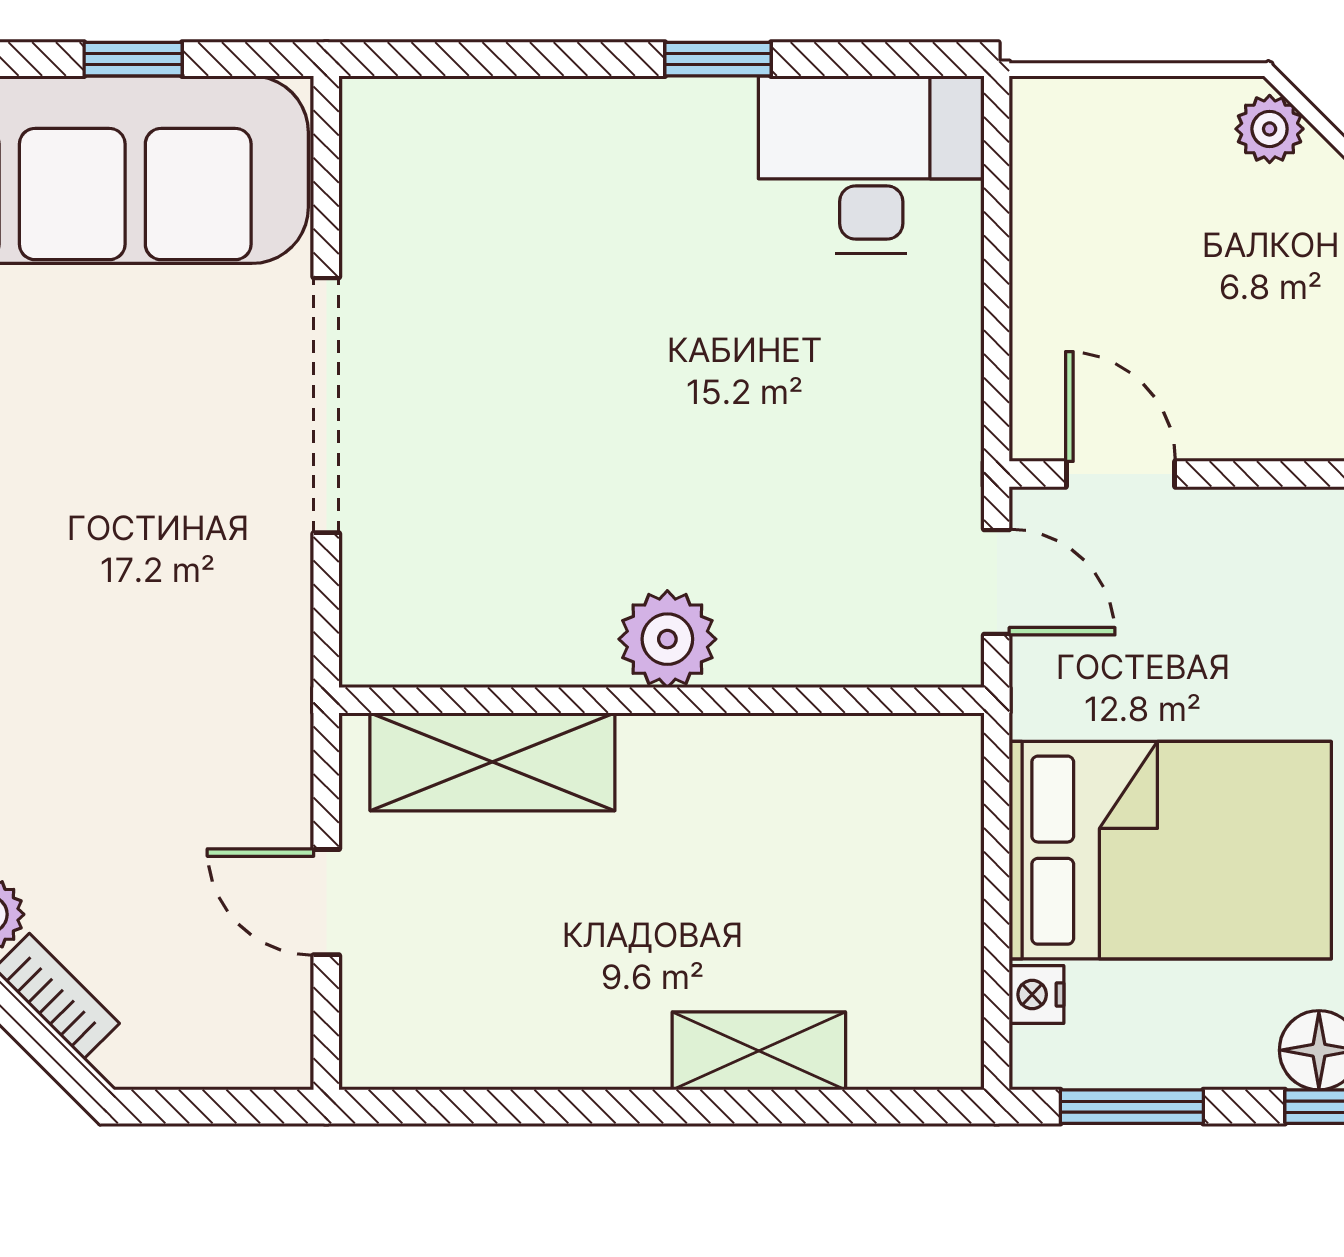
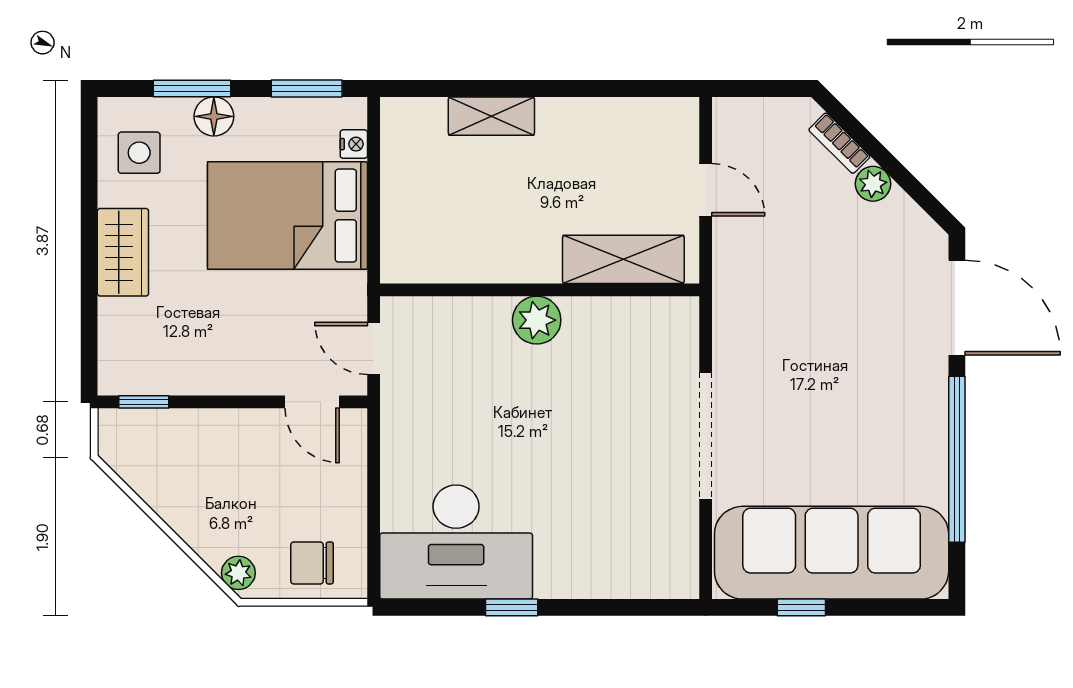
chair: (1121, 149) -> (312, 563), added
desk: (871, 165) -> (456, 542), width x1.36, depth x1.30

